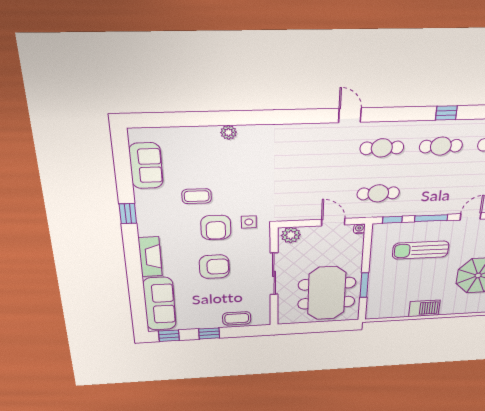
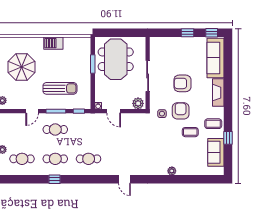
door: (350, 115) -> (124, 179), moved
cafe table: (378, 193) -> (55, 129), moved
window: (128, 214) -> (228, 138), moved
coffee table: (237, 318) -> (213, 124), moved

